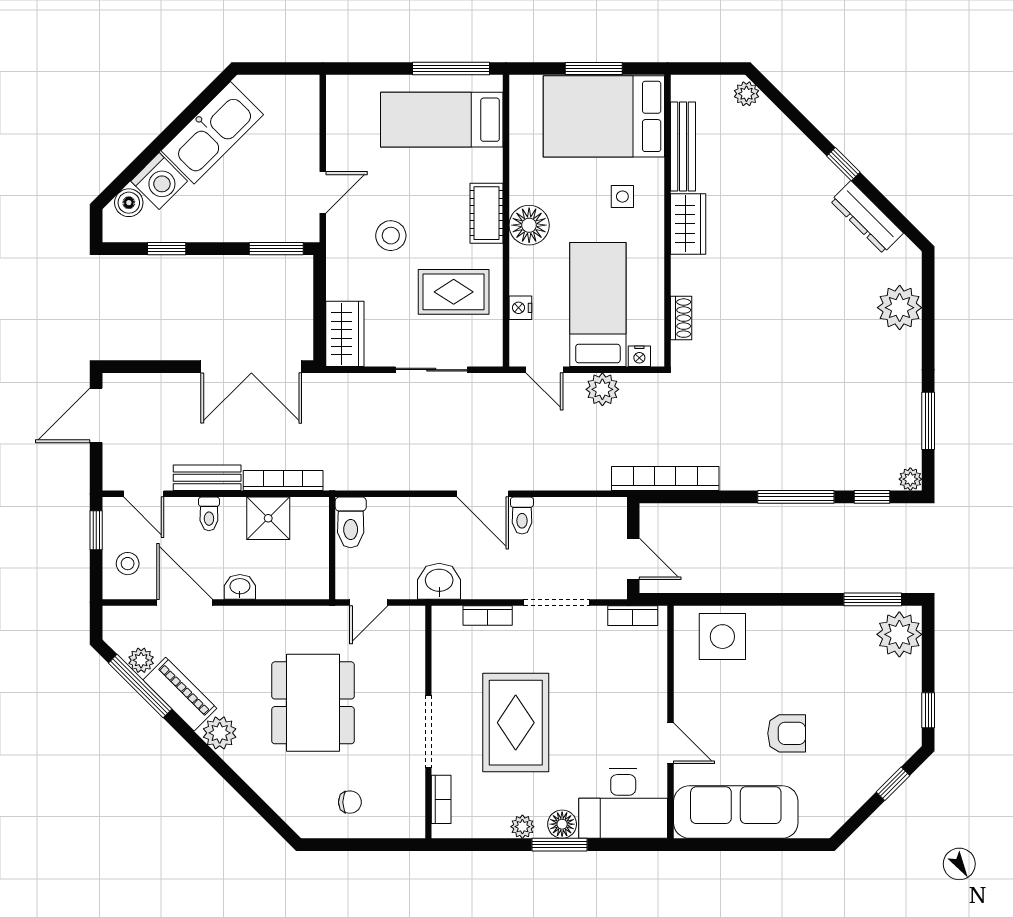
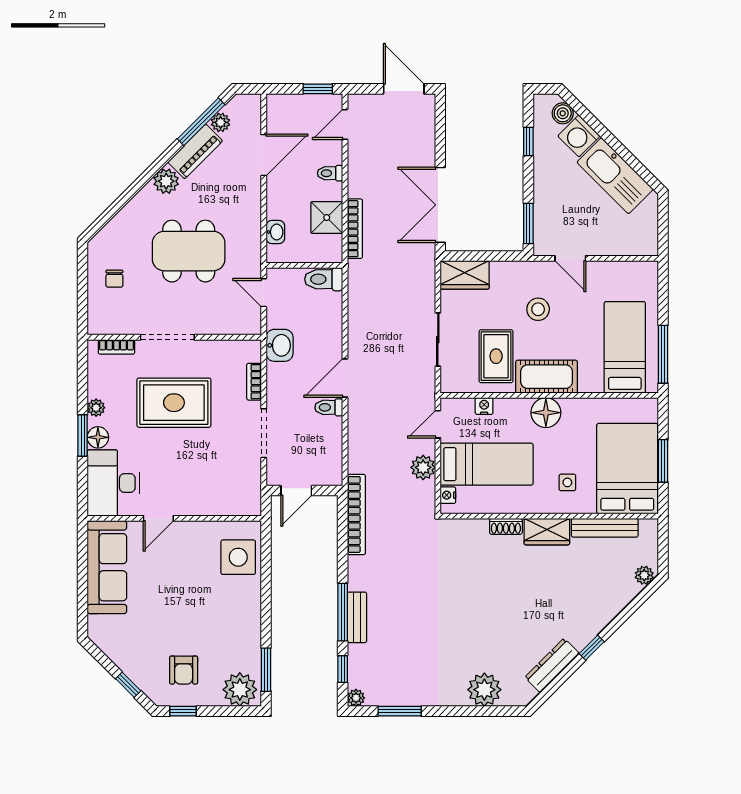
cot: (486, 213) -> (547, 377), width x1.37, depth x1.34
shoe rack: (681, 318) -> (506, 526), moved
bench: (207, 478) -> (357, 617), moved
stool: (128, 564) -> (293, 112), removed
washbasin: (240, 587) -> (275, 232), moved
bookcase: (633, 616) -> (254, 490), removed
armchair: (787, 733) -> (184, 670), moved

